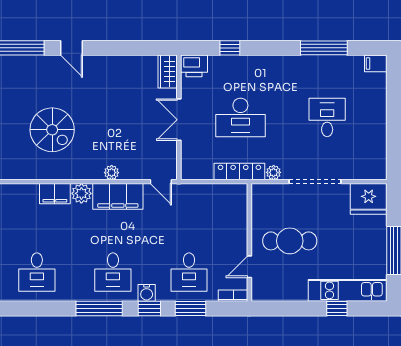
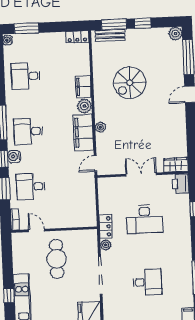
desk: (240, 117) -> (145, 219), turned -90
locker: (239, 172) -> (106, 226), width x0.66

